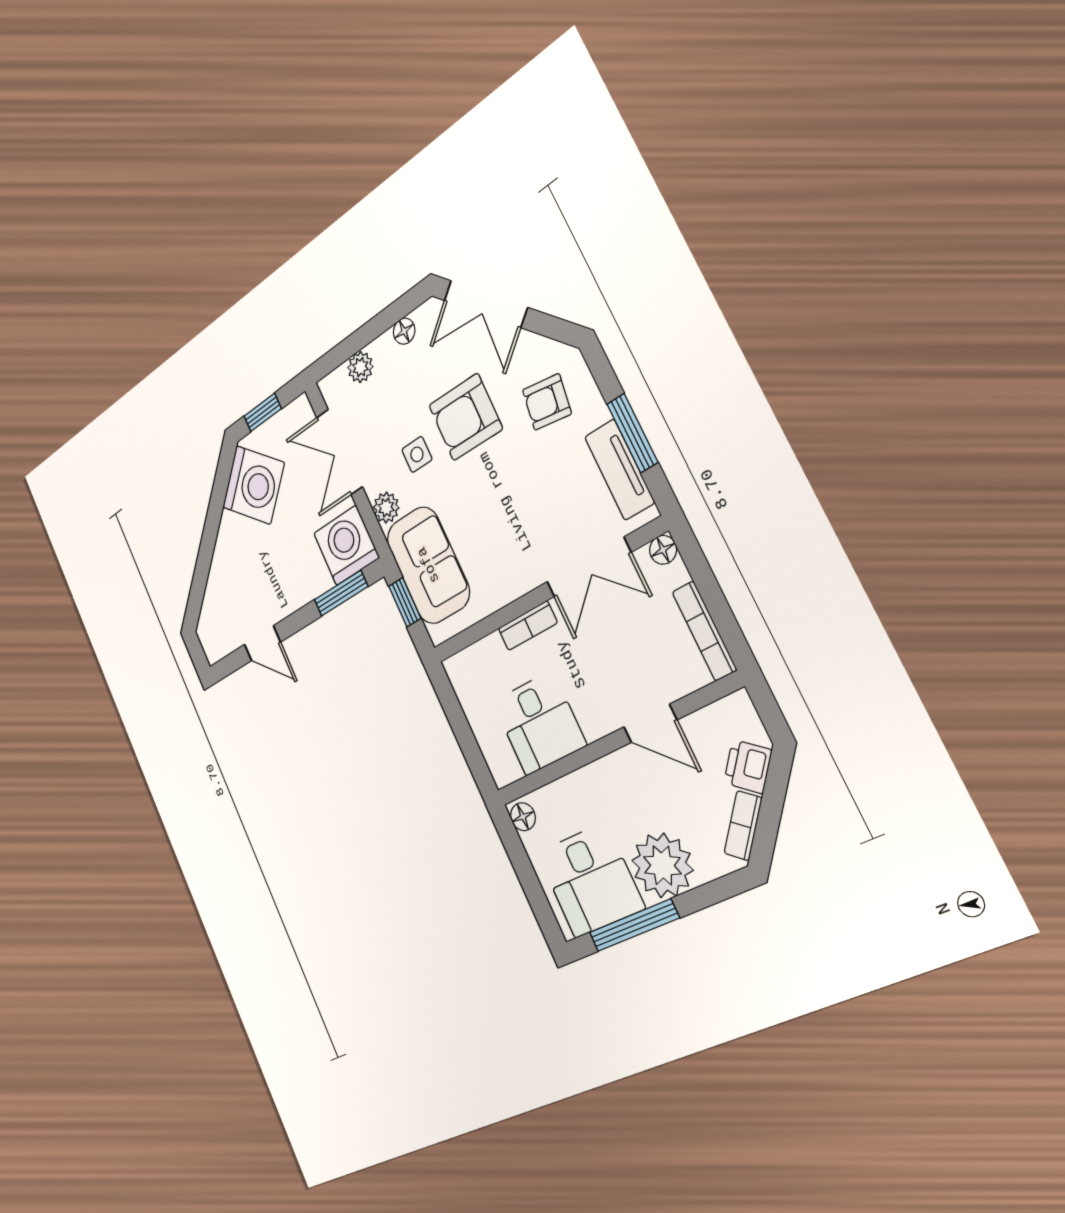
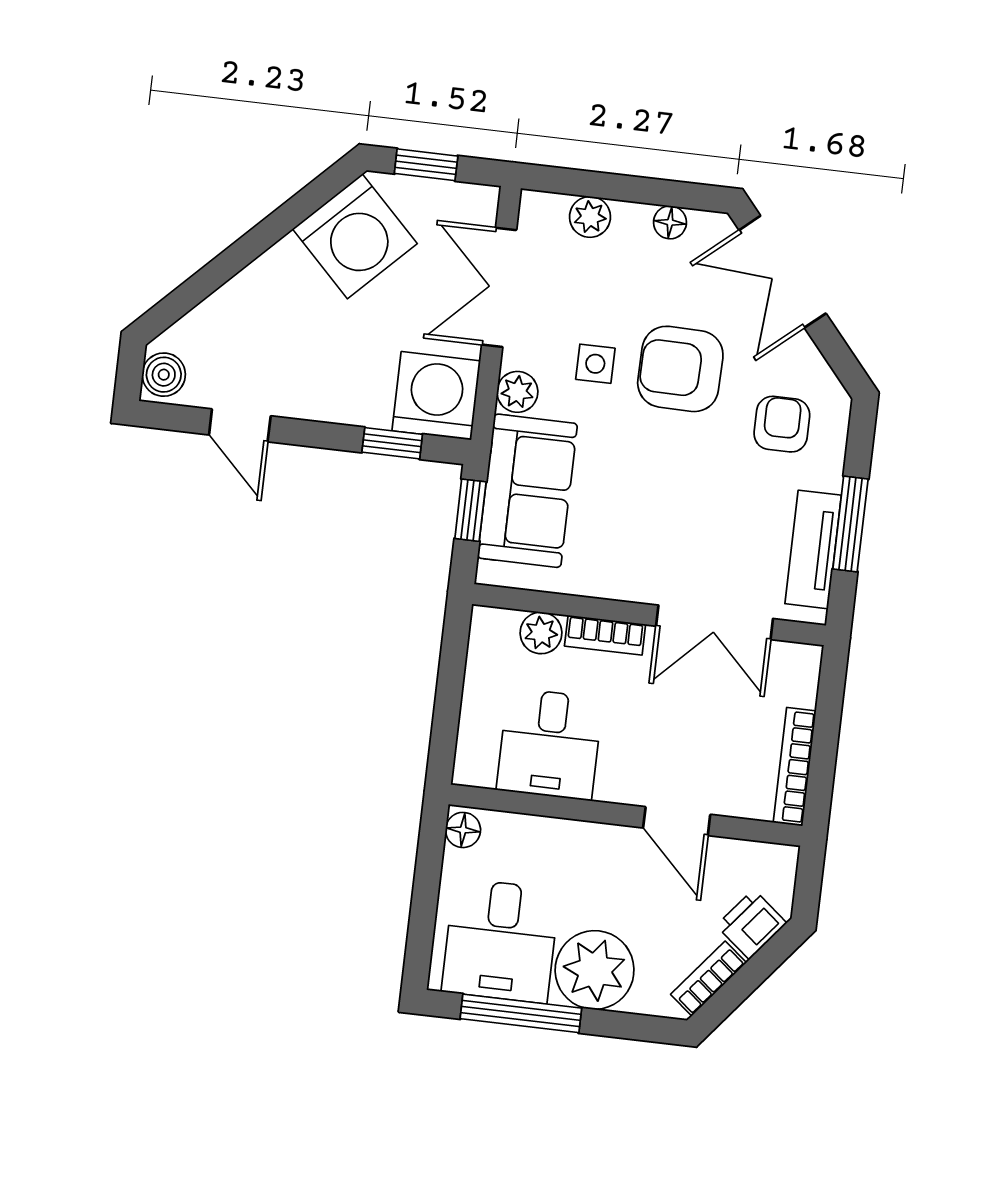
armchair: (547, 402) -> (782, 424), turned 81
floor lamp: (663, 550) -> (805, 660), removed
window: (341, 593) -> (392, 443), width x0.67
boiler: (212, 642) -> (164, 375), added
plant: (490, 652) -> (541, 633), added

